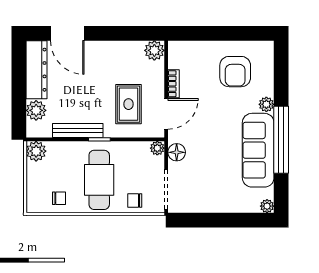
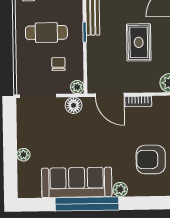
rug: (129, 104) -> (139, 42), moved, turned 90
cafe table: (99, 180) -> (46, 33), width x0.73, depth x0.74
chair: (135, 200) -> (58, 64), moved
plant: (267, 206) -> (23, 155), moved

